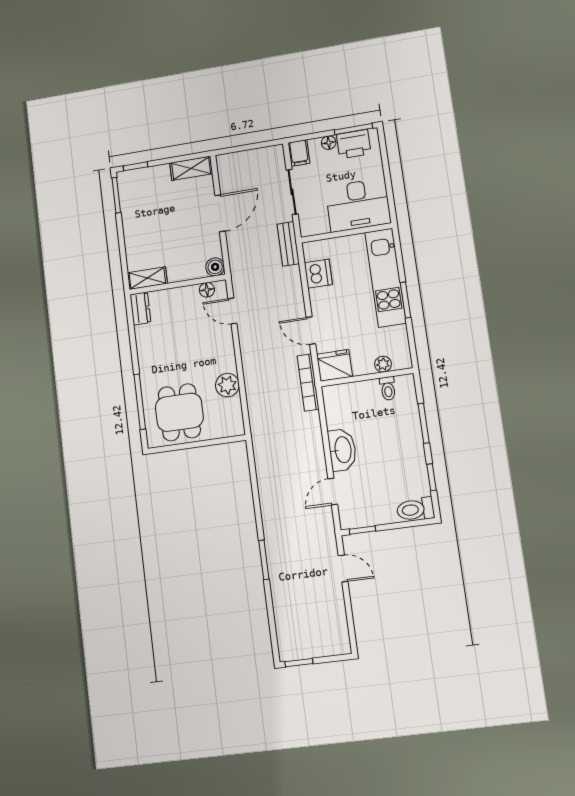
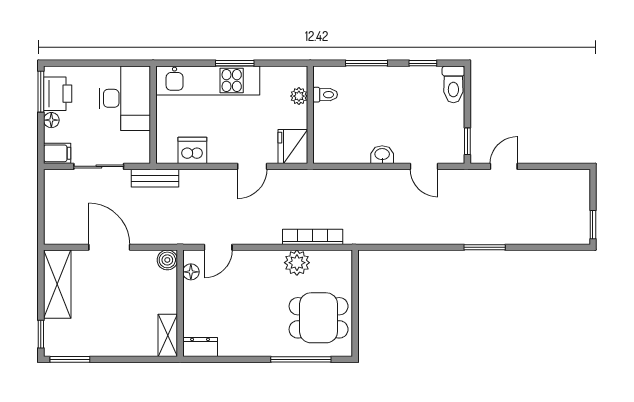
shelving: (191, 168) -> (57, 284), width x1.50, depth x1.33
bookcase: (308, 382) -> (313, 237), moved, turned 180
washbasin: (342, 450) -> (382, 155), width x0.52, depth x0.69

